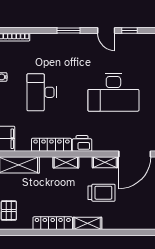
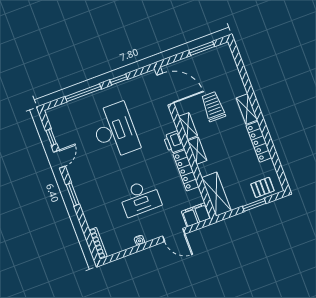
shelving: (105, 162) -> (188, 126), moved

